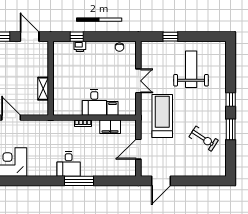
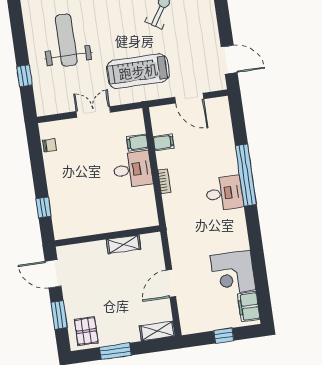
door: (30, 37) -> (53, 274), hinge flipped
printer: (80, 46) -> (57, 201), removed
weight bench: (191, 69) -> (66, 40), turned 90
filing cabinet: (110, 127) -> (164, 142), width x0.50
window: (79, 181) -> (246, 175), width x1.46

